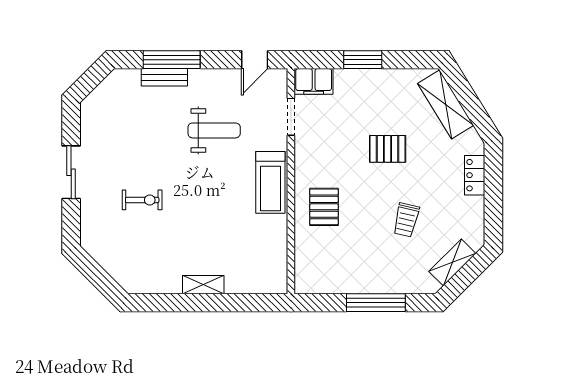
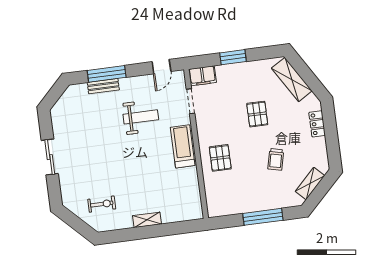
pallet: (388, 149) -> (257, 114), turned 90
treadmill: (270, 182) -> (183, 146), turned 180
exercise bike: (142, 200) -> (102, 204), moved

